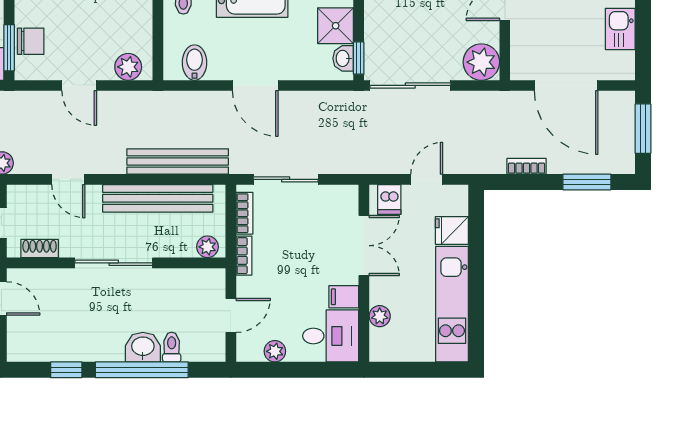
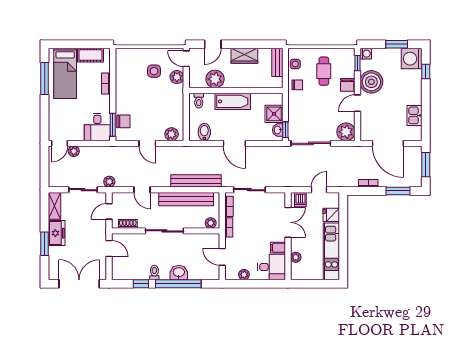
door: (231, 315) -> (222, 257), swing flipped
toilet: (172, 347) -> (154, 272), moved

